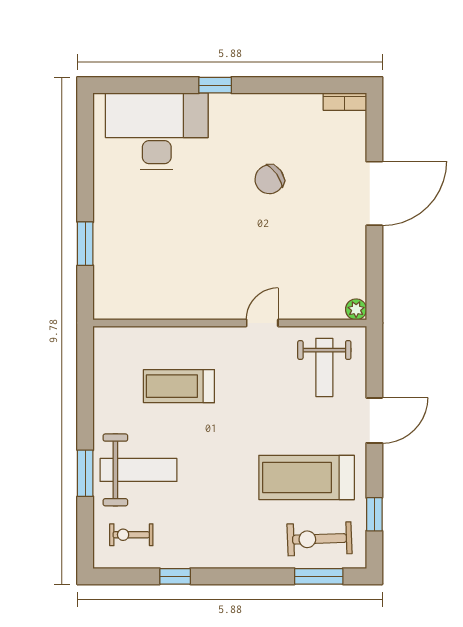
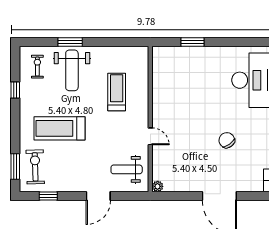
door: (374, 420) -> (98, 196), hinge flipped
treadmill: (307, 477) -> (59, 128), moved, turned -90

